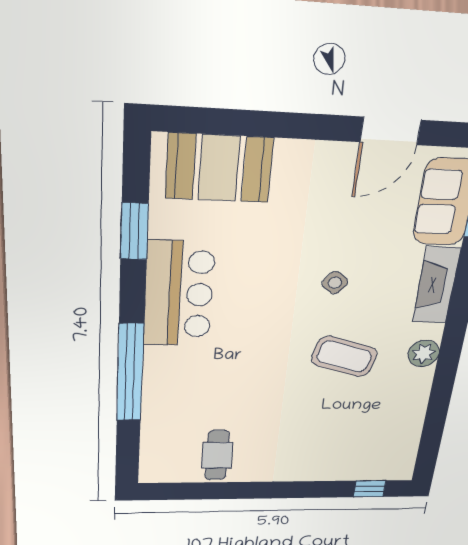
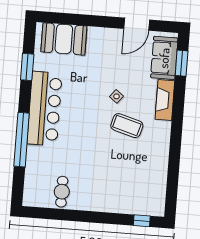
bar counter: (179, 294) -> (45, 109), width x1.36
plant: (424, 353) -> (163, 138), removed
coffee table: (344, 356) -> (127, 126), moved

